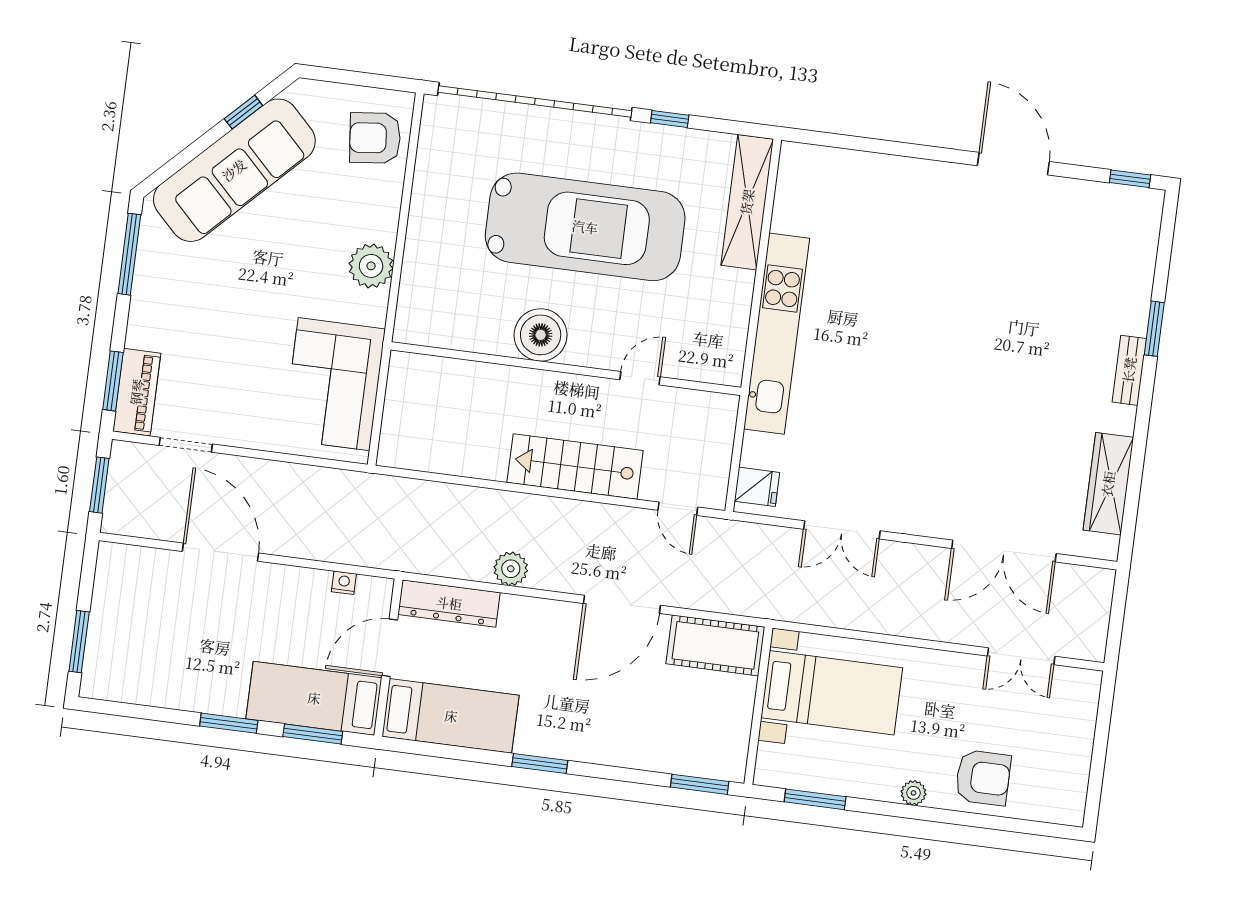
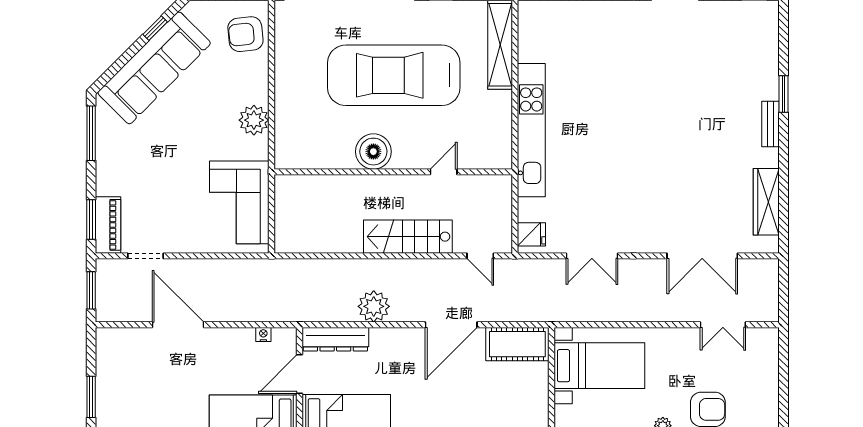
car: (585, 227) -> (394, 75), turned 180
plant: (511, 569) -> (374, 306), width x1.36, depth x1.36

